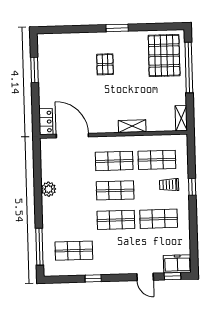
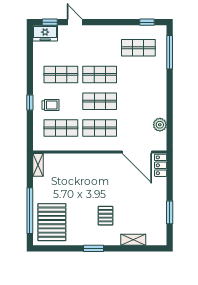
shelving: (132, 126) -> (133, 240), moved
plant: (49, 189) -> (160, 125), moved
window: (93, 278) -> (147, 22), moved

